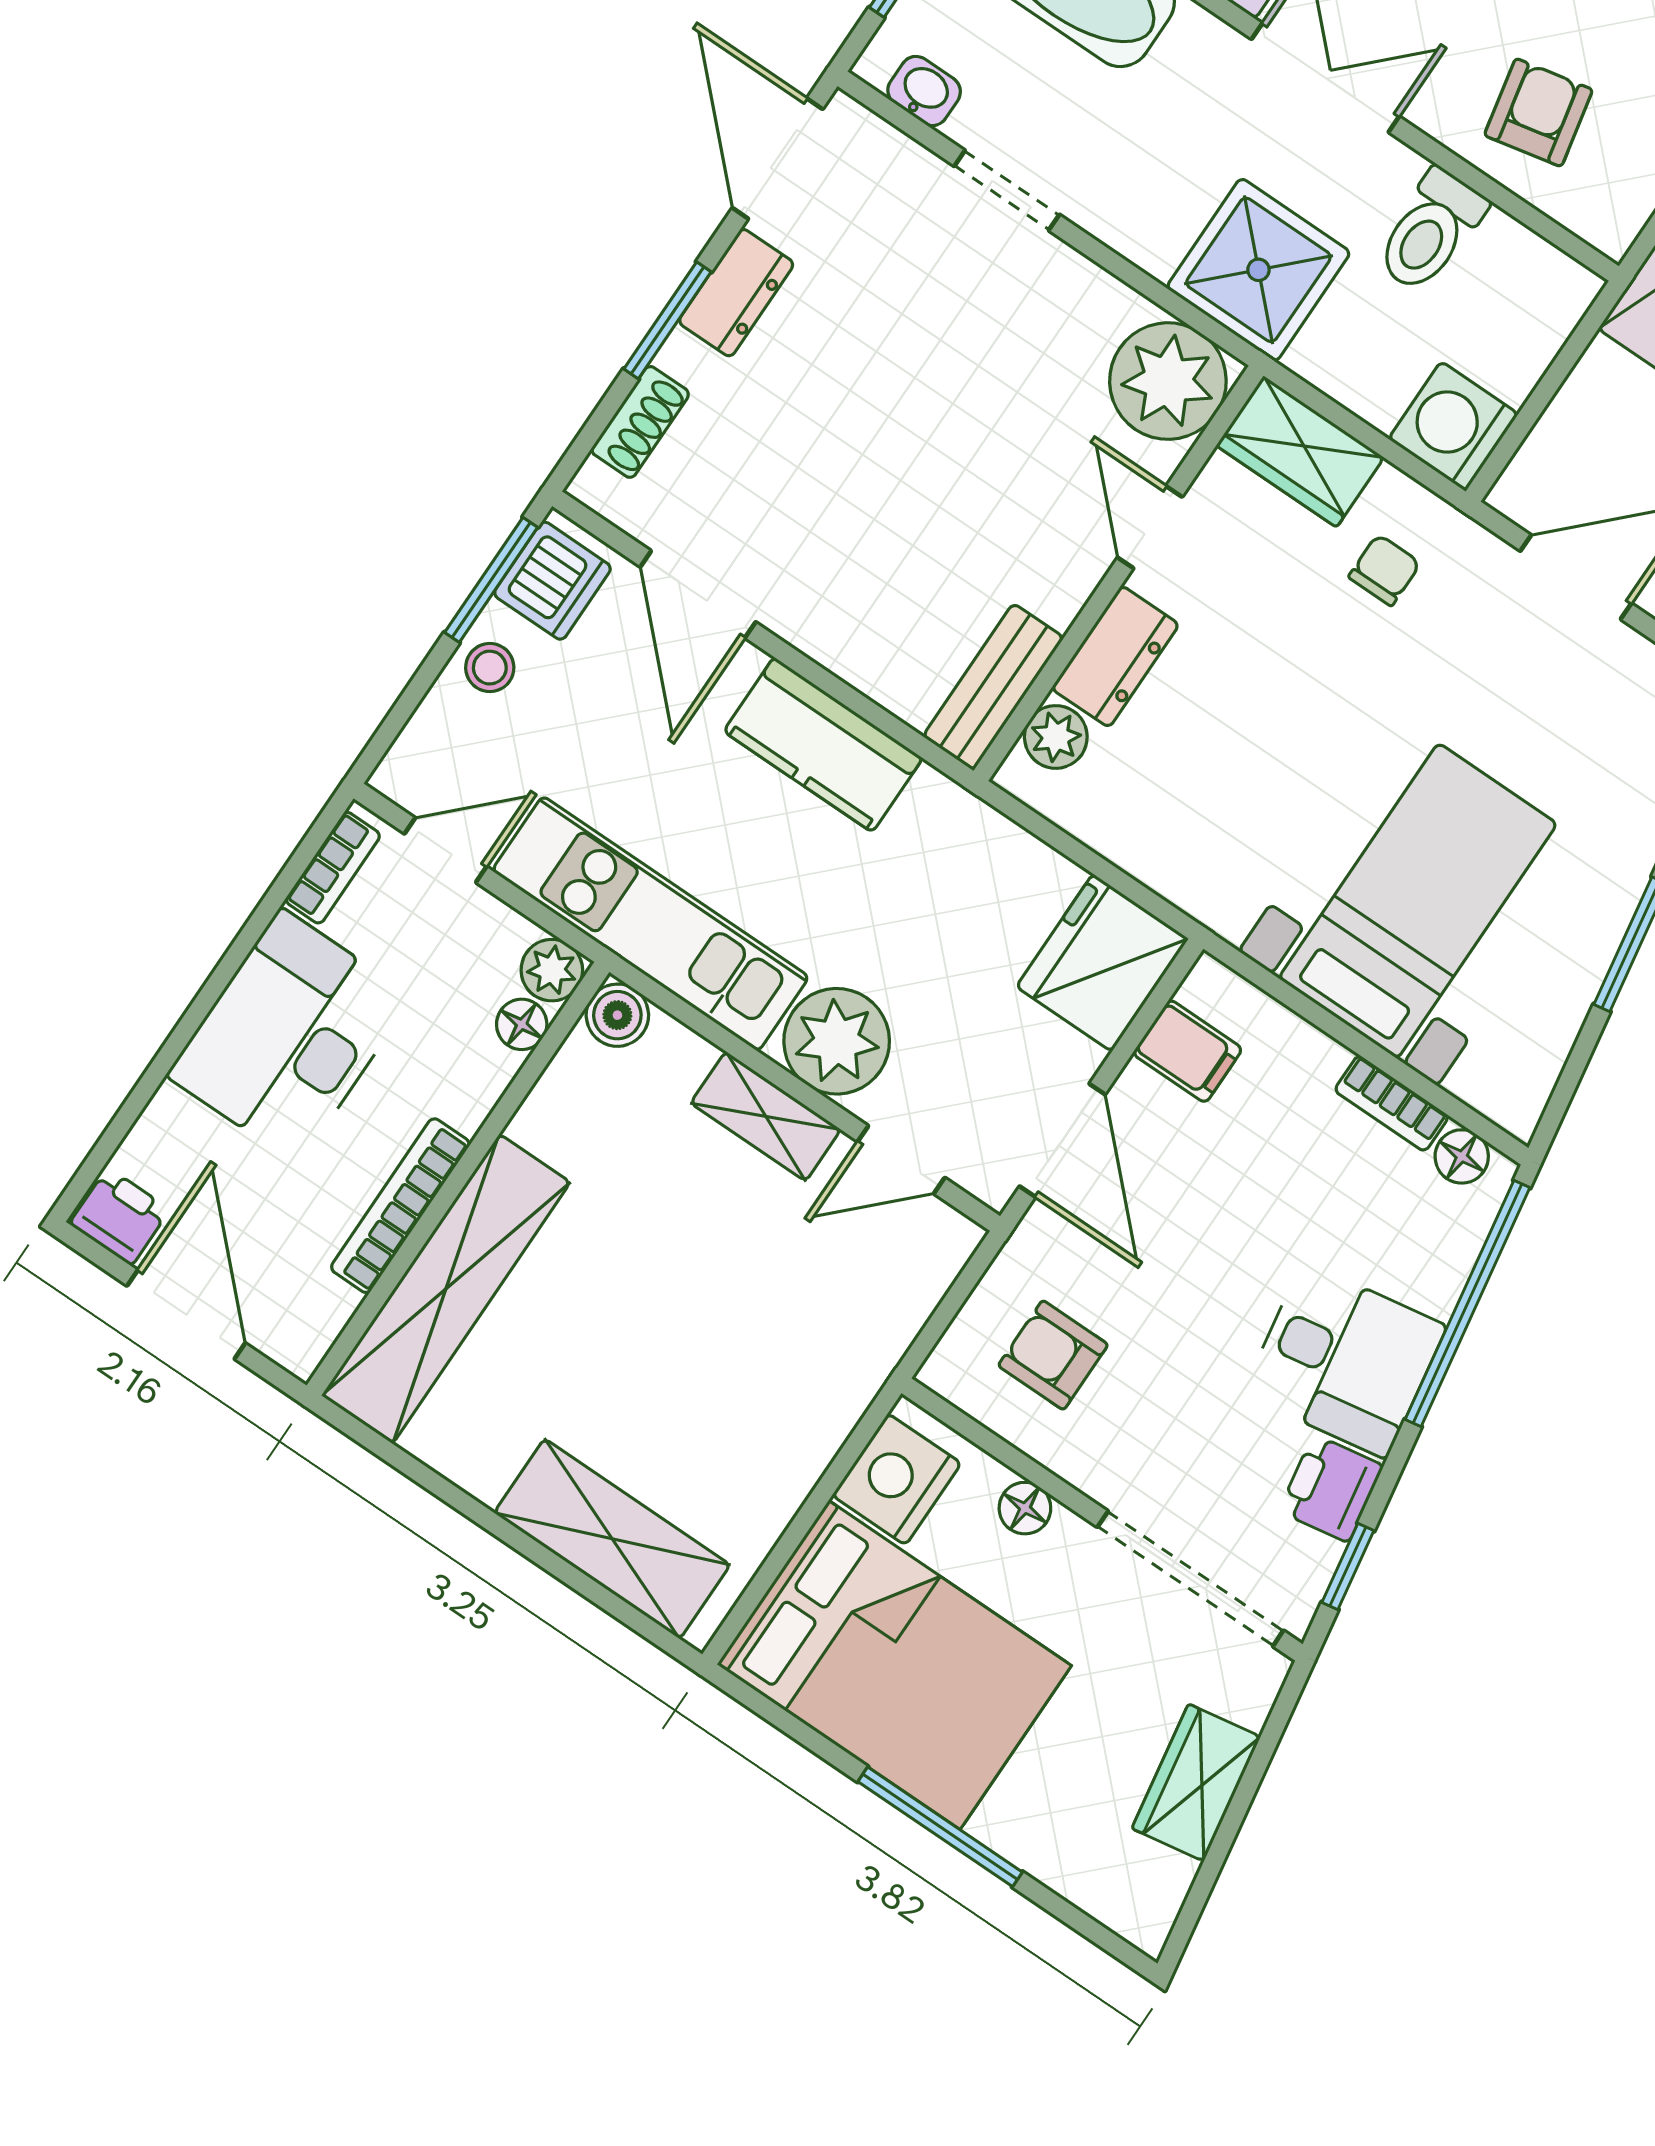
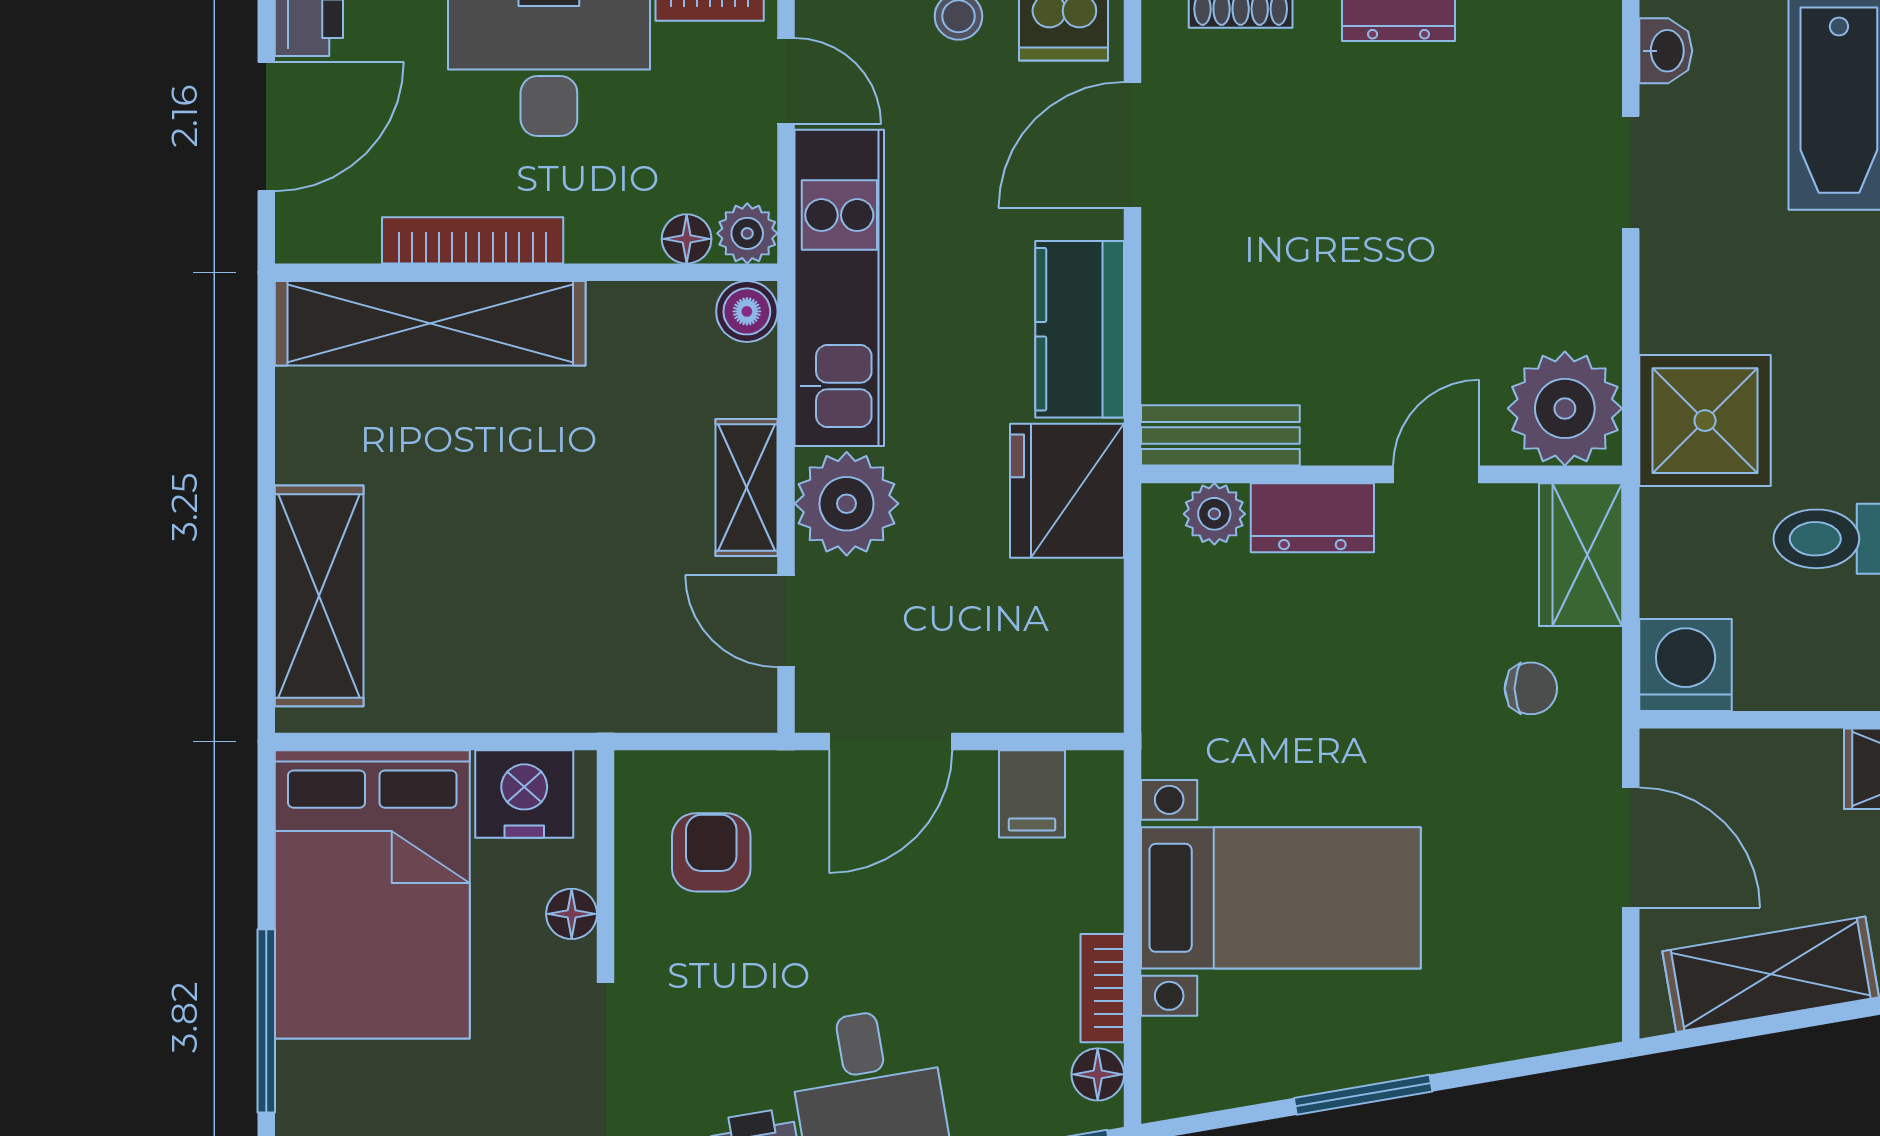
fridge: (1102, 963) -> (1067, 491), moved, turned -90

